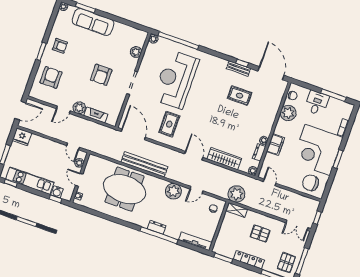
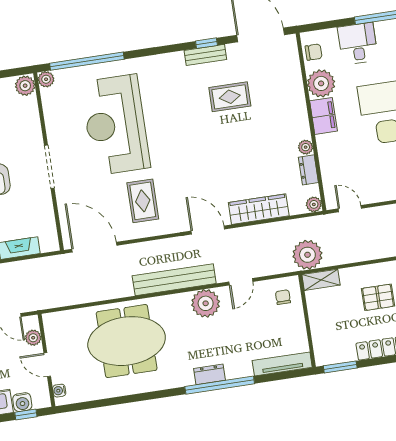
plant: (136, 52) -> (25, 86), moved
filing cabinet: (276, 145) -> (323, 116), moved
bench: (144, 164) -> (174, 280), moved

